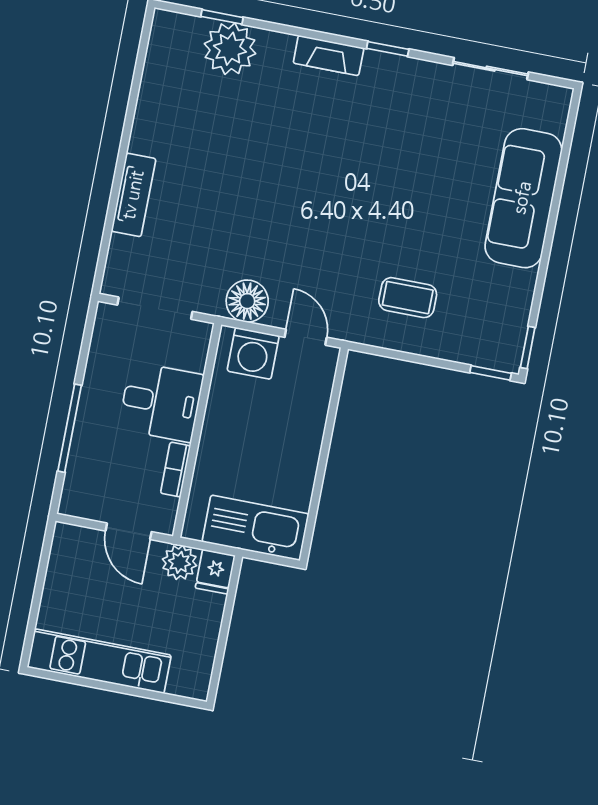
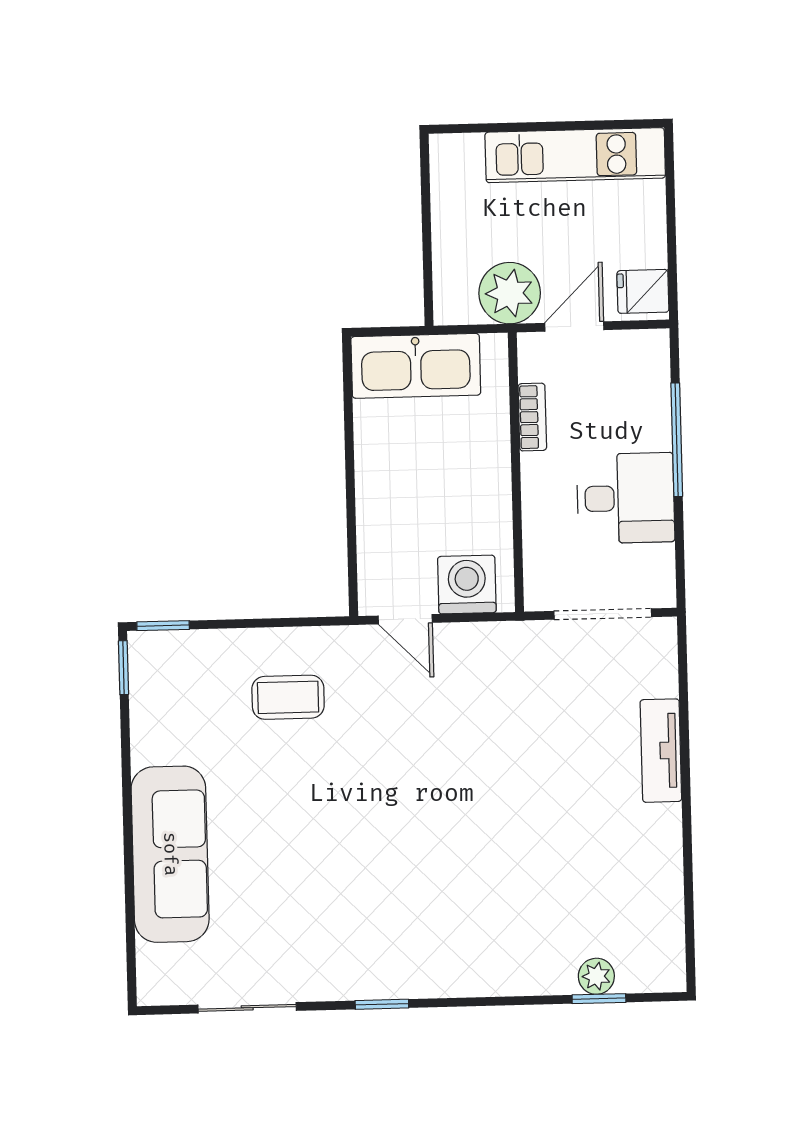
plant: (230, 49) -> (596, 976), width x0.53, depth x0.53
fireplace: (329, 55) -> (454, 980), removed
floor lamp: (247, 301) -> (489, 648), removed
desk: (161, 402) -> (626, 498), moved, turned 180
door: (129, 531) -> (574, 326), hinge flipped
plant: (179, 562) -> (510, 293), width x1.36, depth x1.36
fridge: (215, 572) -> (643, 291), moved, turned -90

